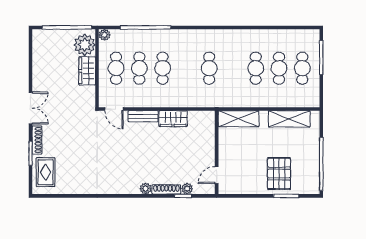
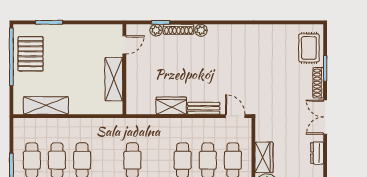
dresser: (38, 75) -> (317, 153), added
shelving: (238, 119) -> (114, 79), moved, turned 90
pallet: (279, 174) -> (31, 54), moved

